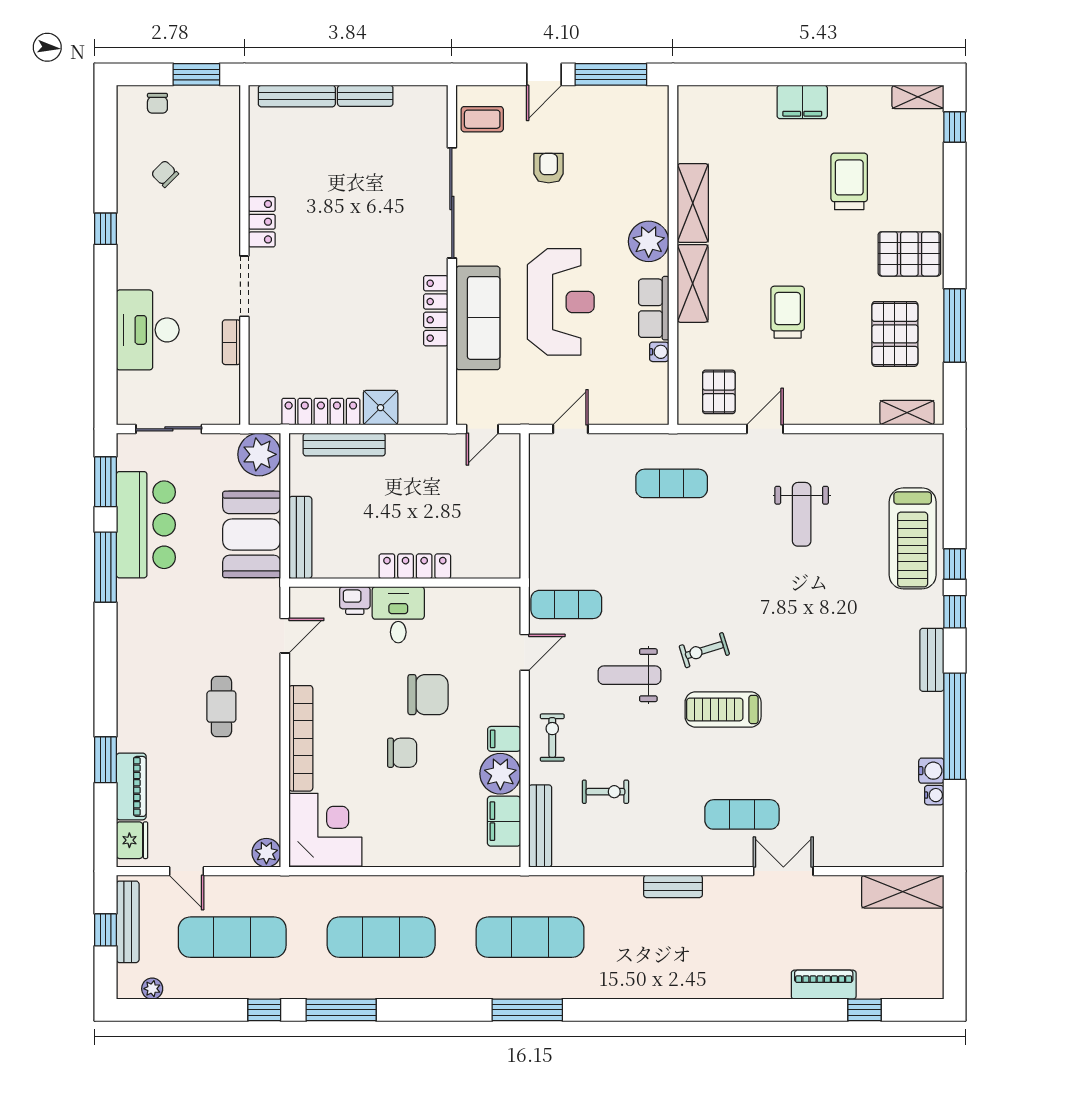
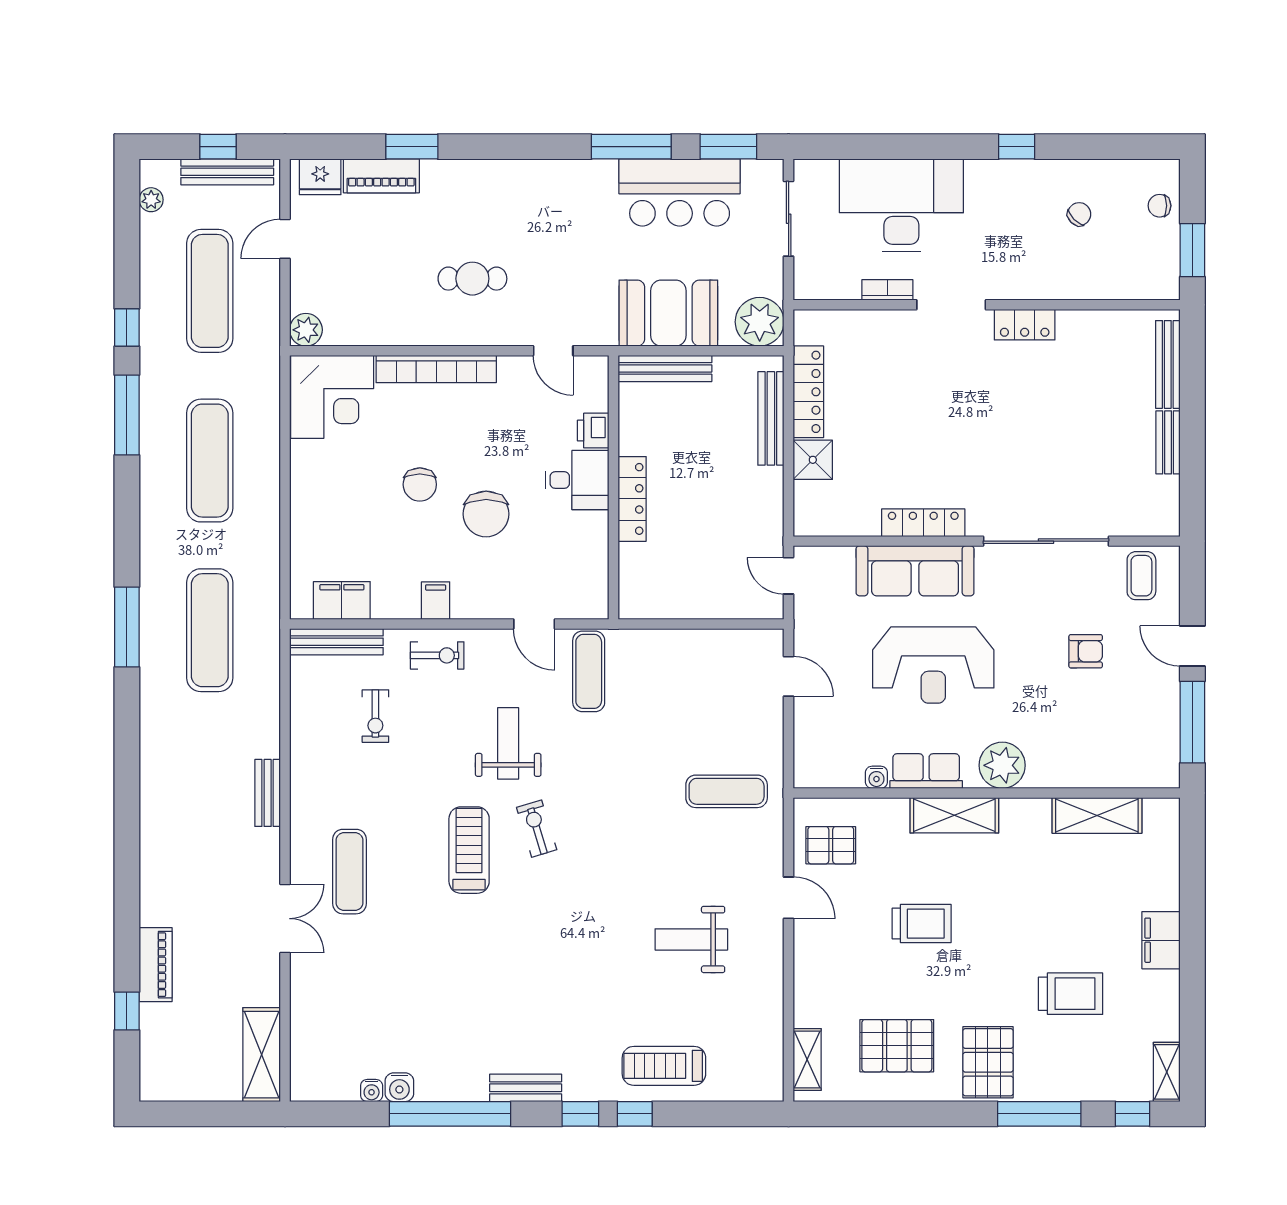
shelving: (693, 203) -> (1097, 815), moved
window: (955, 326) -> (1039, 1114), moved
desk: (148, 330) -> (901, 205), width x1.36, depth x1.30
exercise mat: (672, 483) -> (727, 791), turned 90
treadmill: (913, 538) -> (664, 1066), width x0.73, depth x0.73
plant: (500, 774) -> (396, 596), removed

